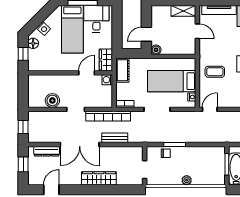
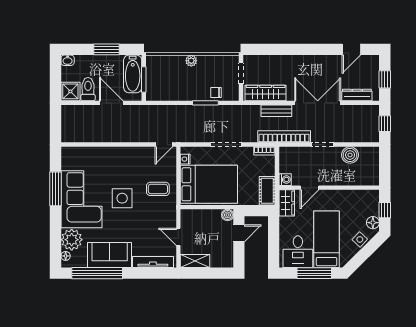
bed: (172, 81) -> (209, 184), width x1.50
wardrobe: (99, 178) -> (266, 93), moved, turned 180

